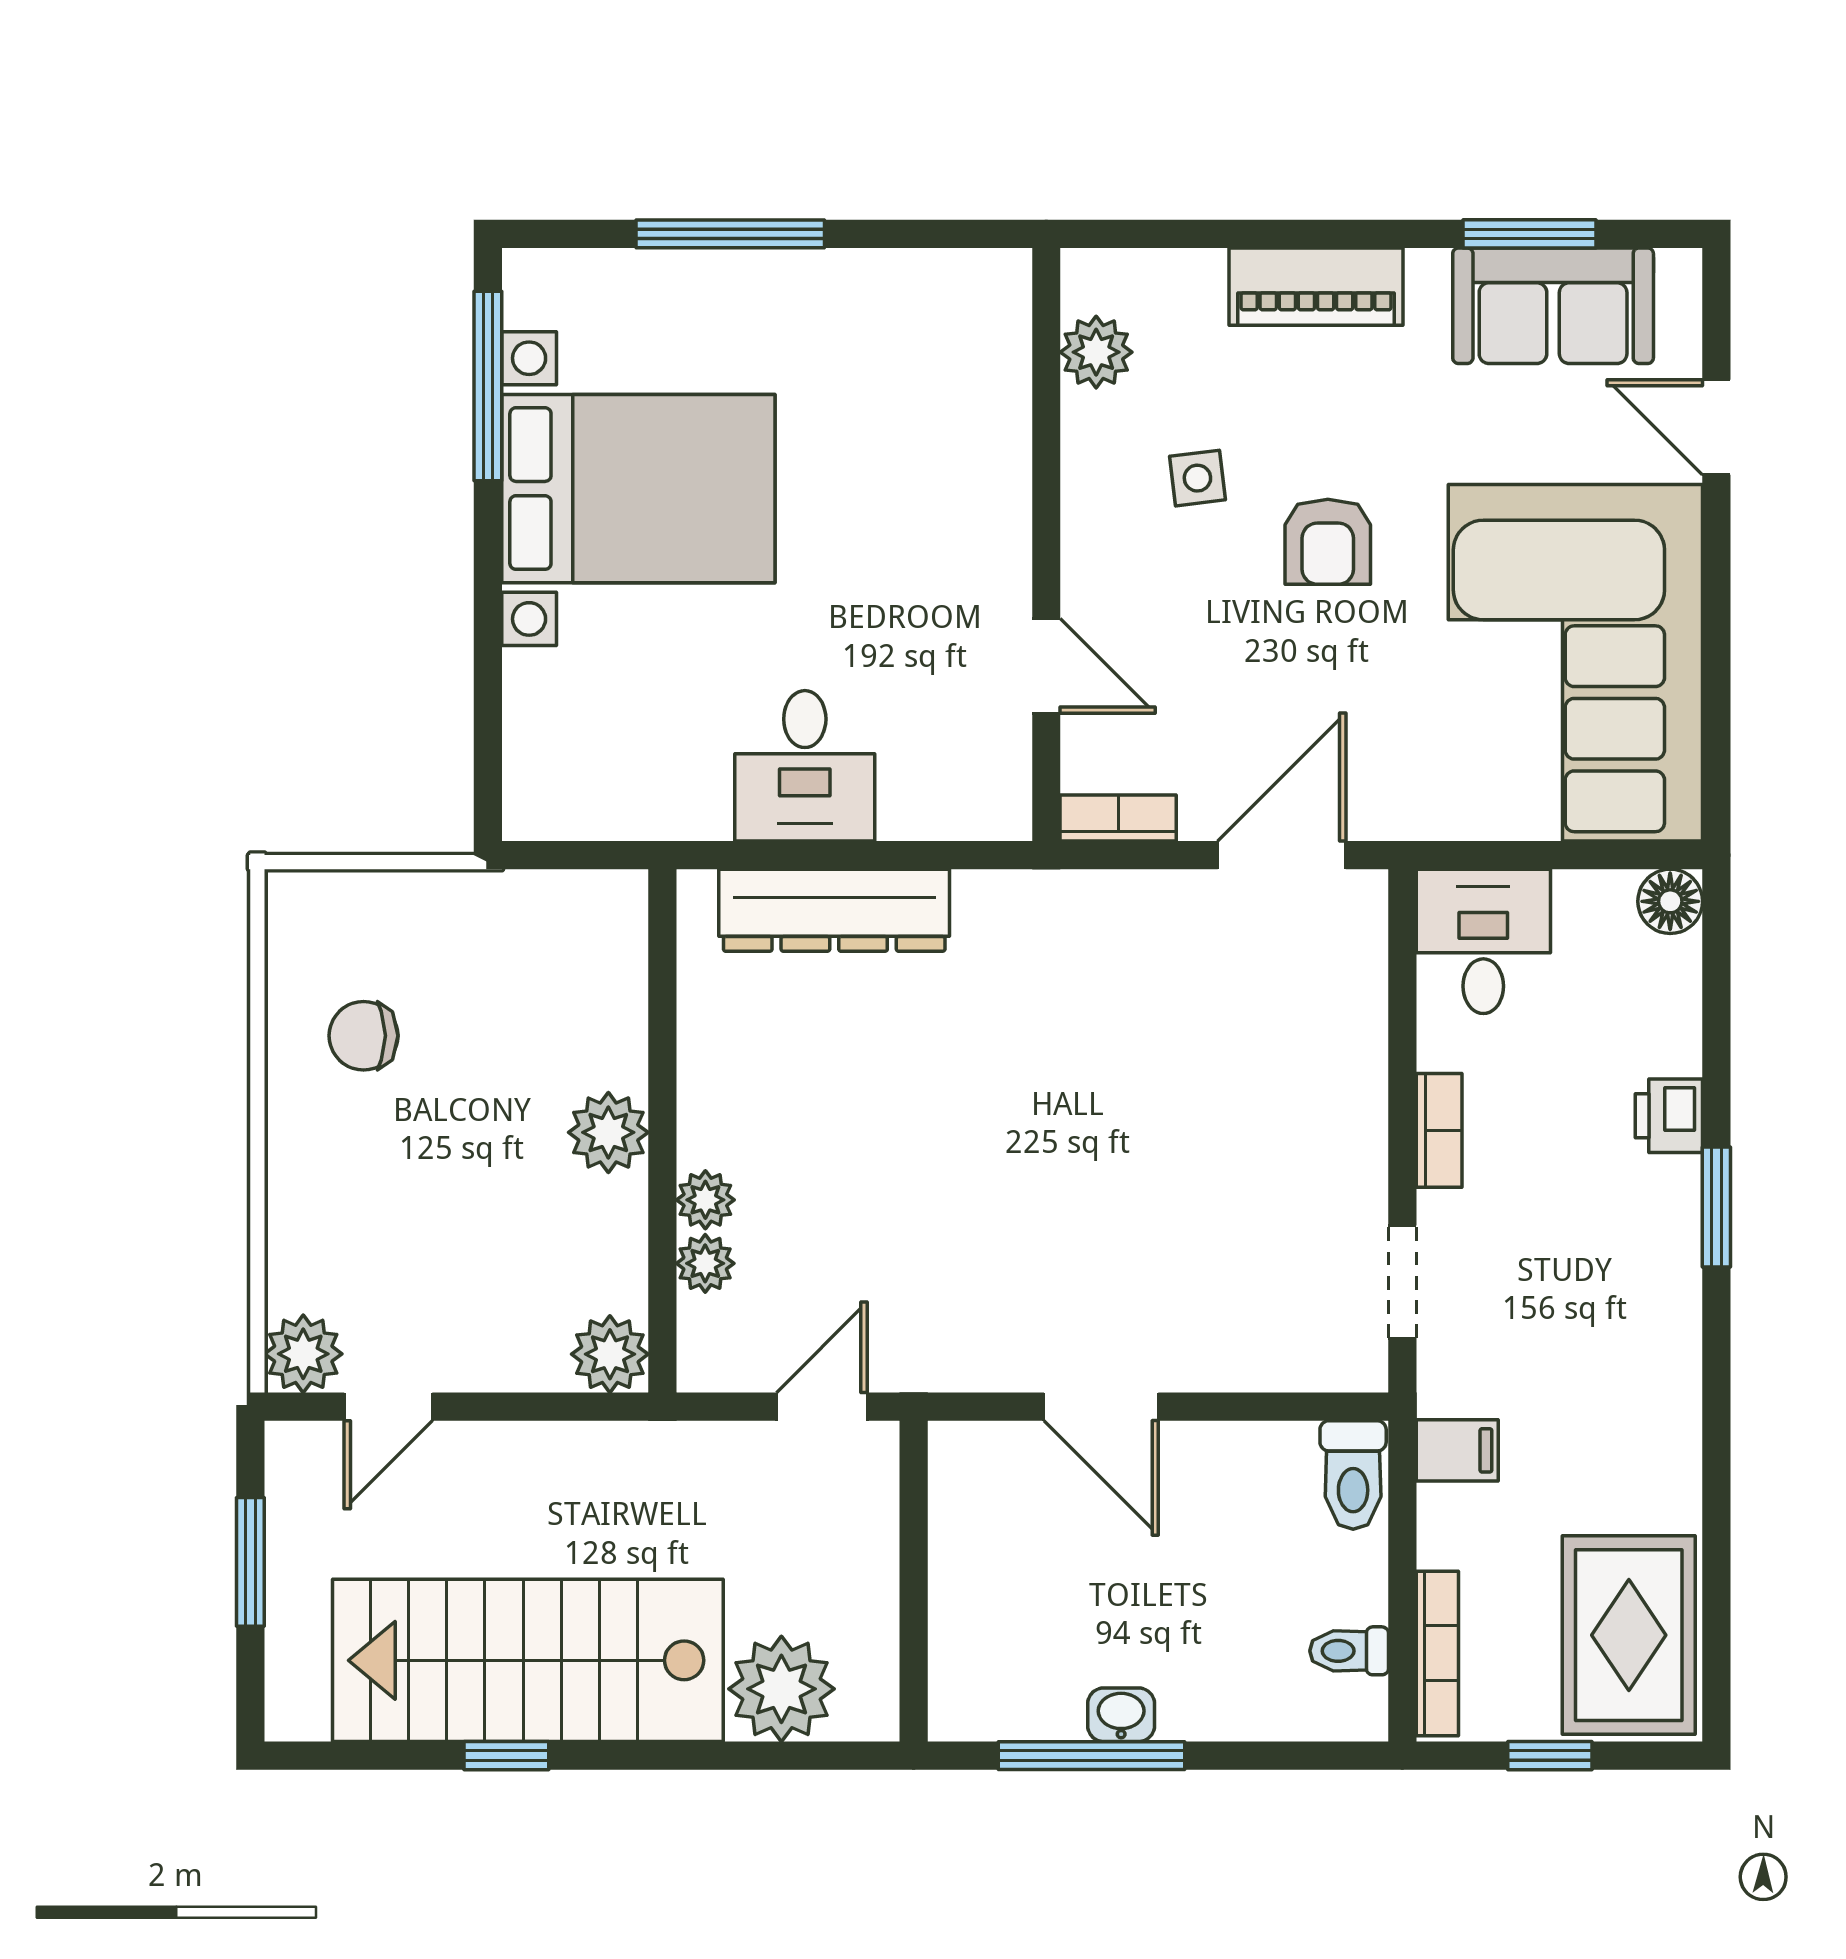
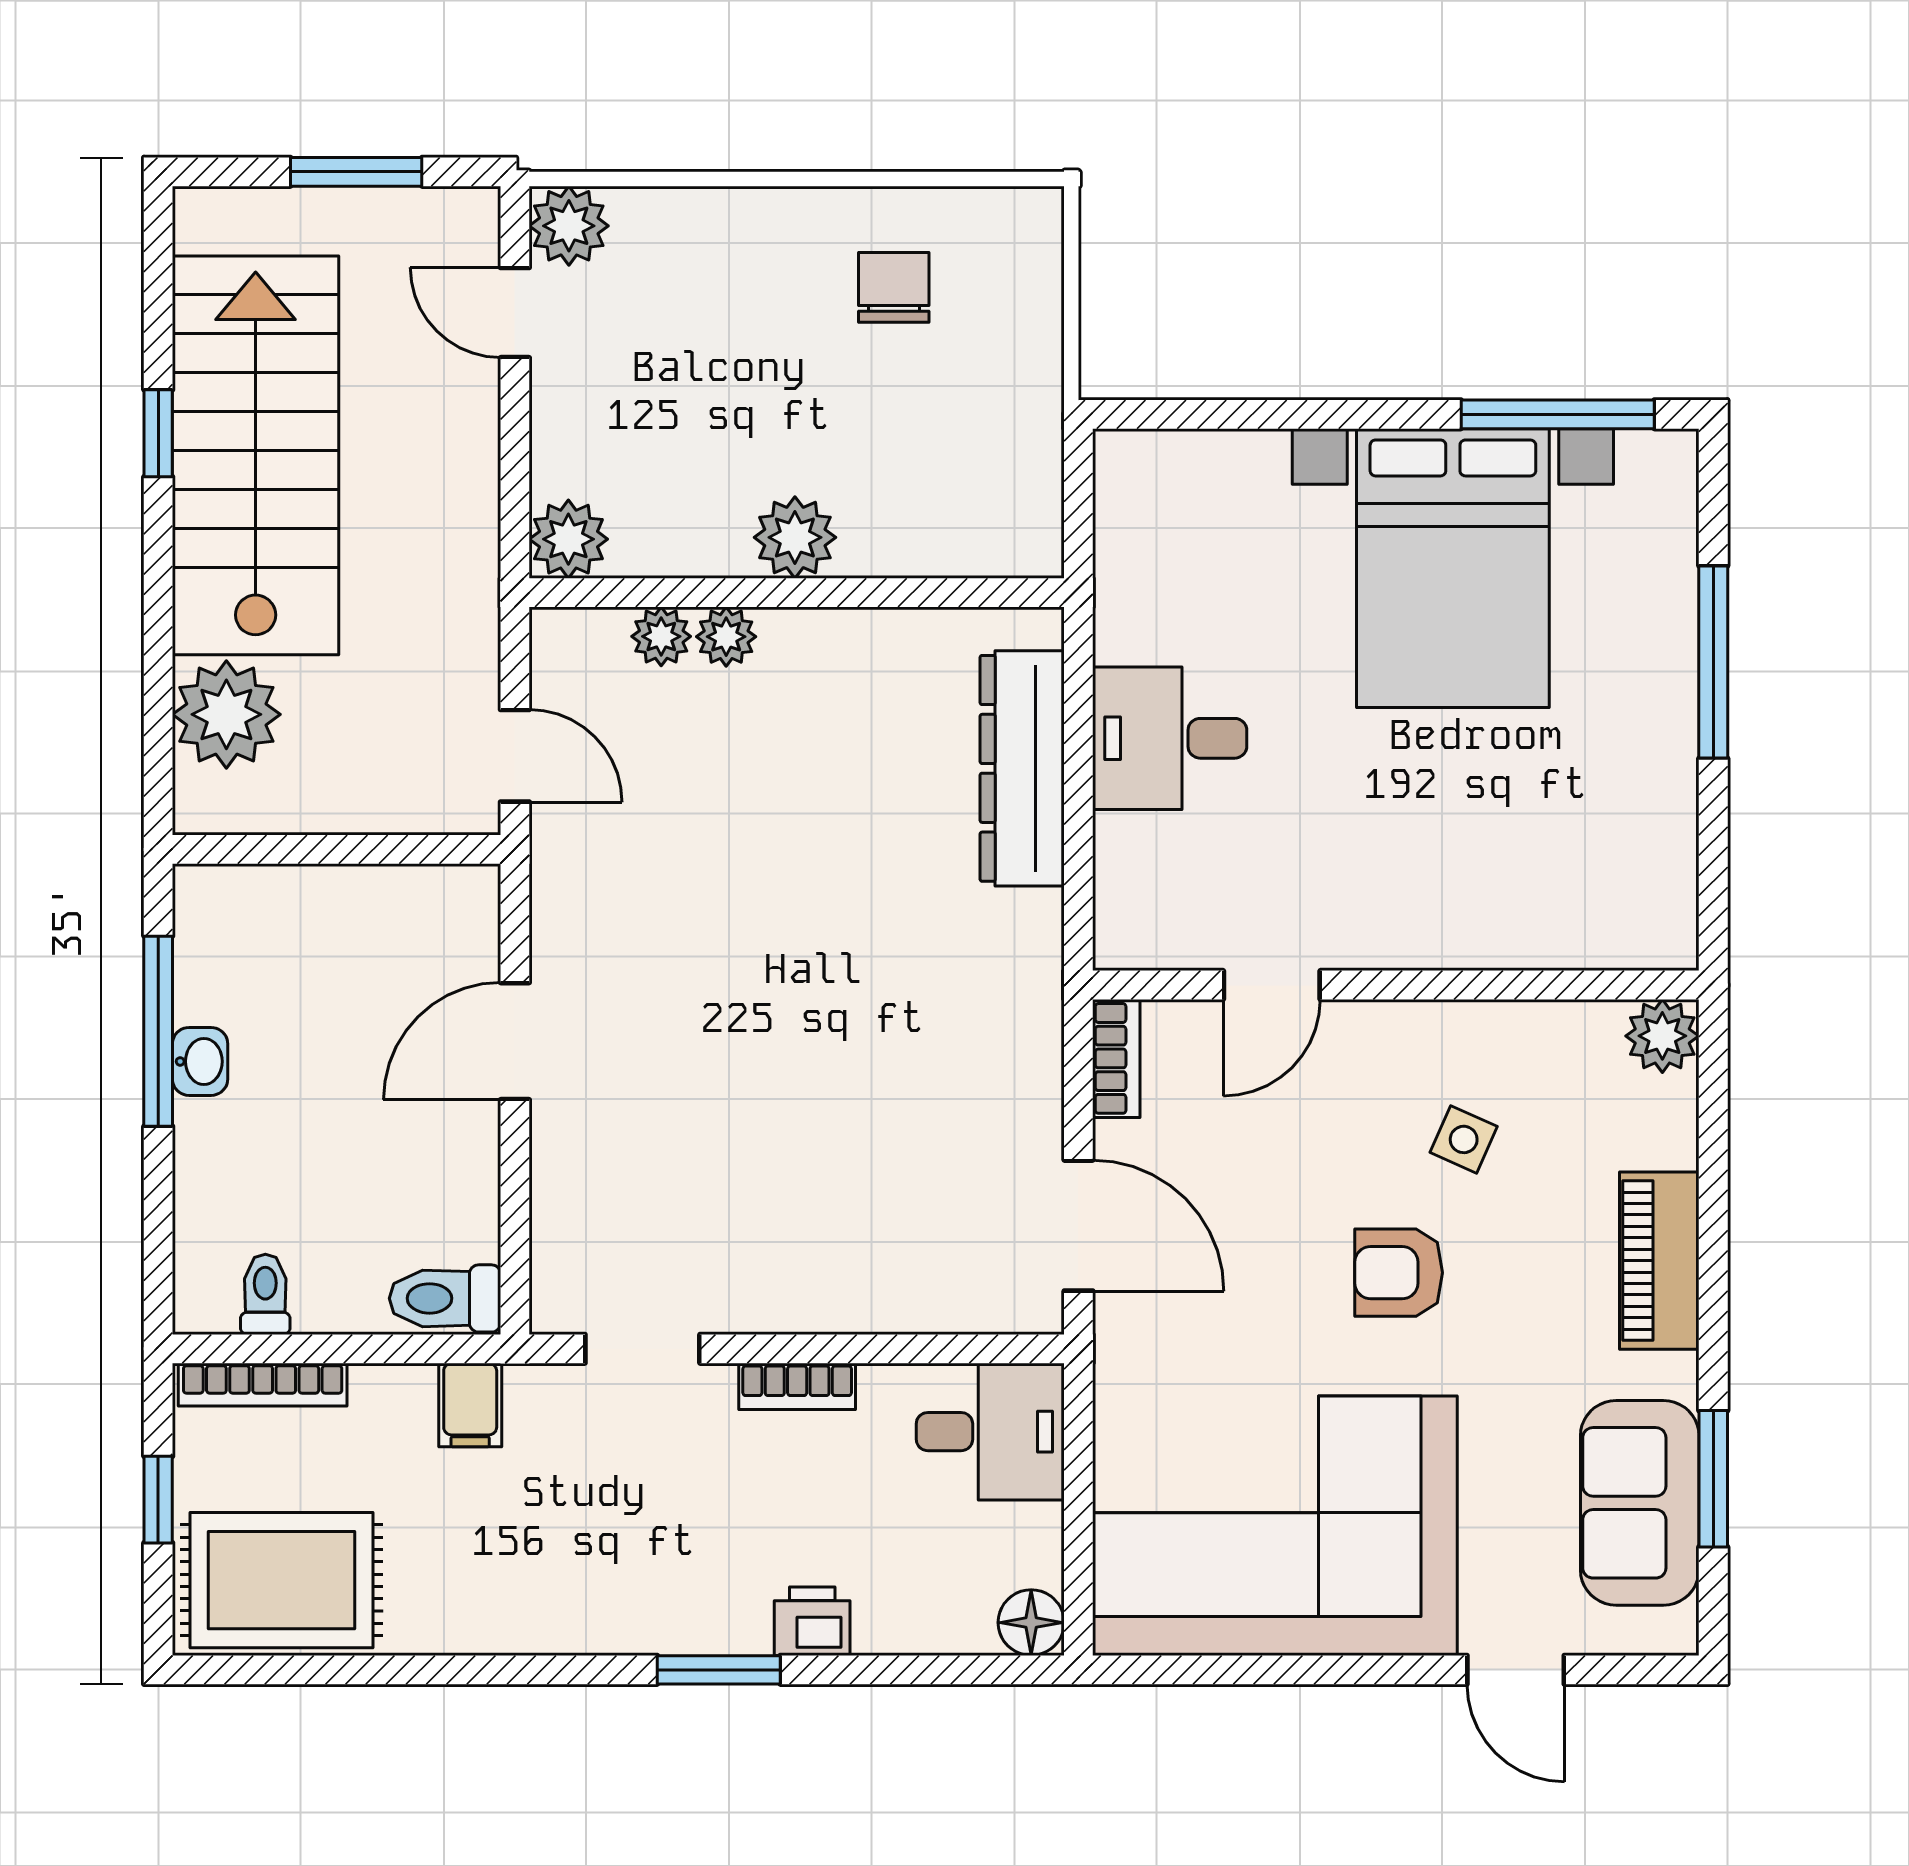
plant: (1096, 352) -> (1662, 1036), moved
door: (1716, 427) -> (1516, 1670), swing flipped
side table: (1197, 478) -> (1464, 1139), turned 31

